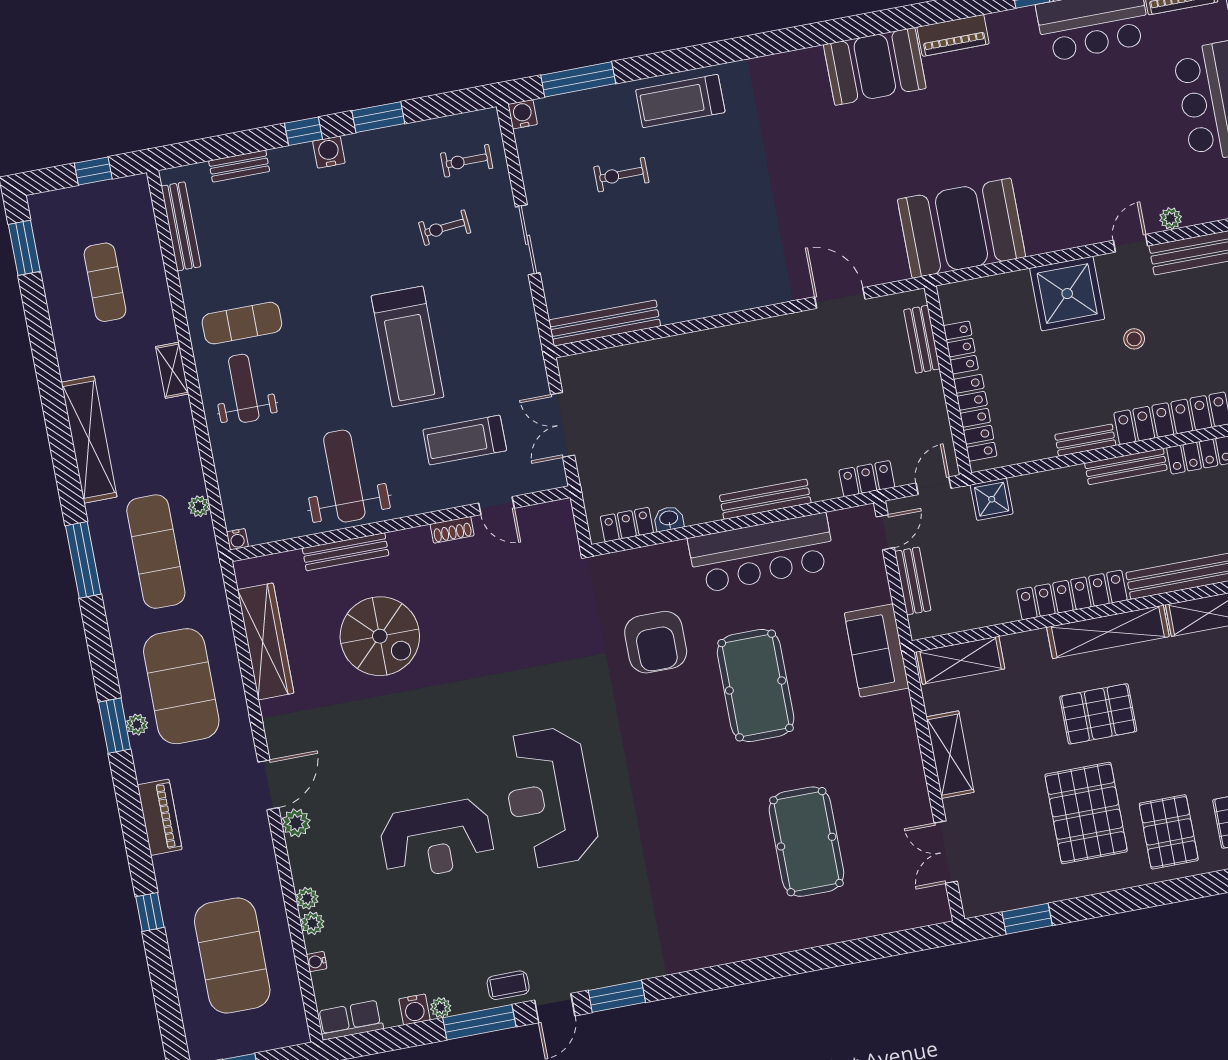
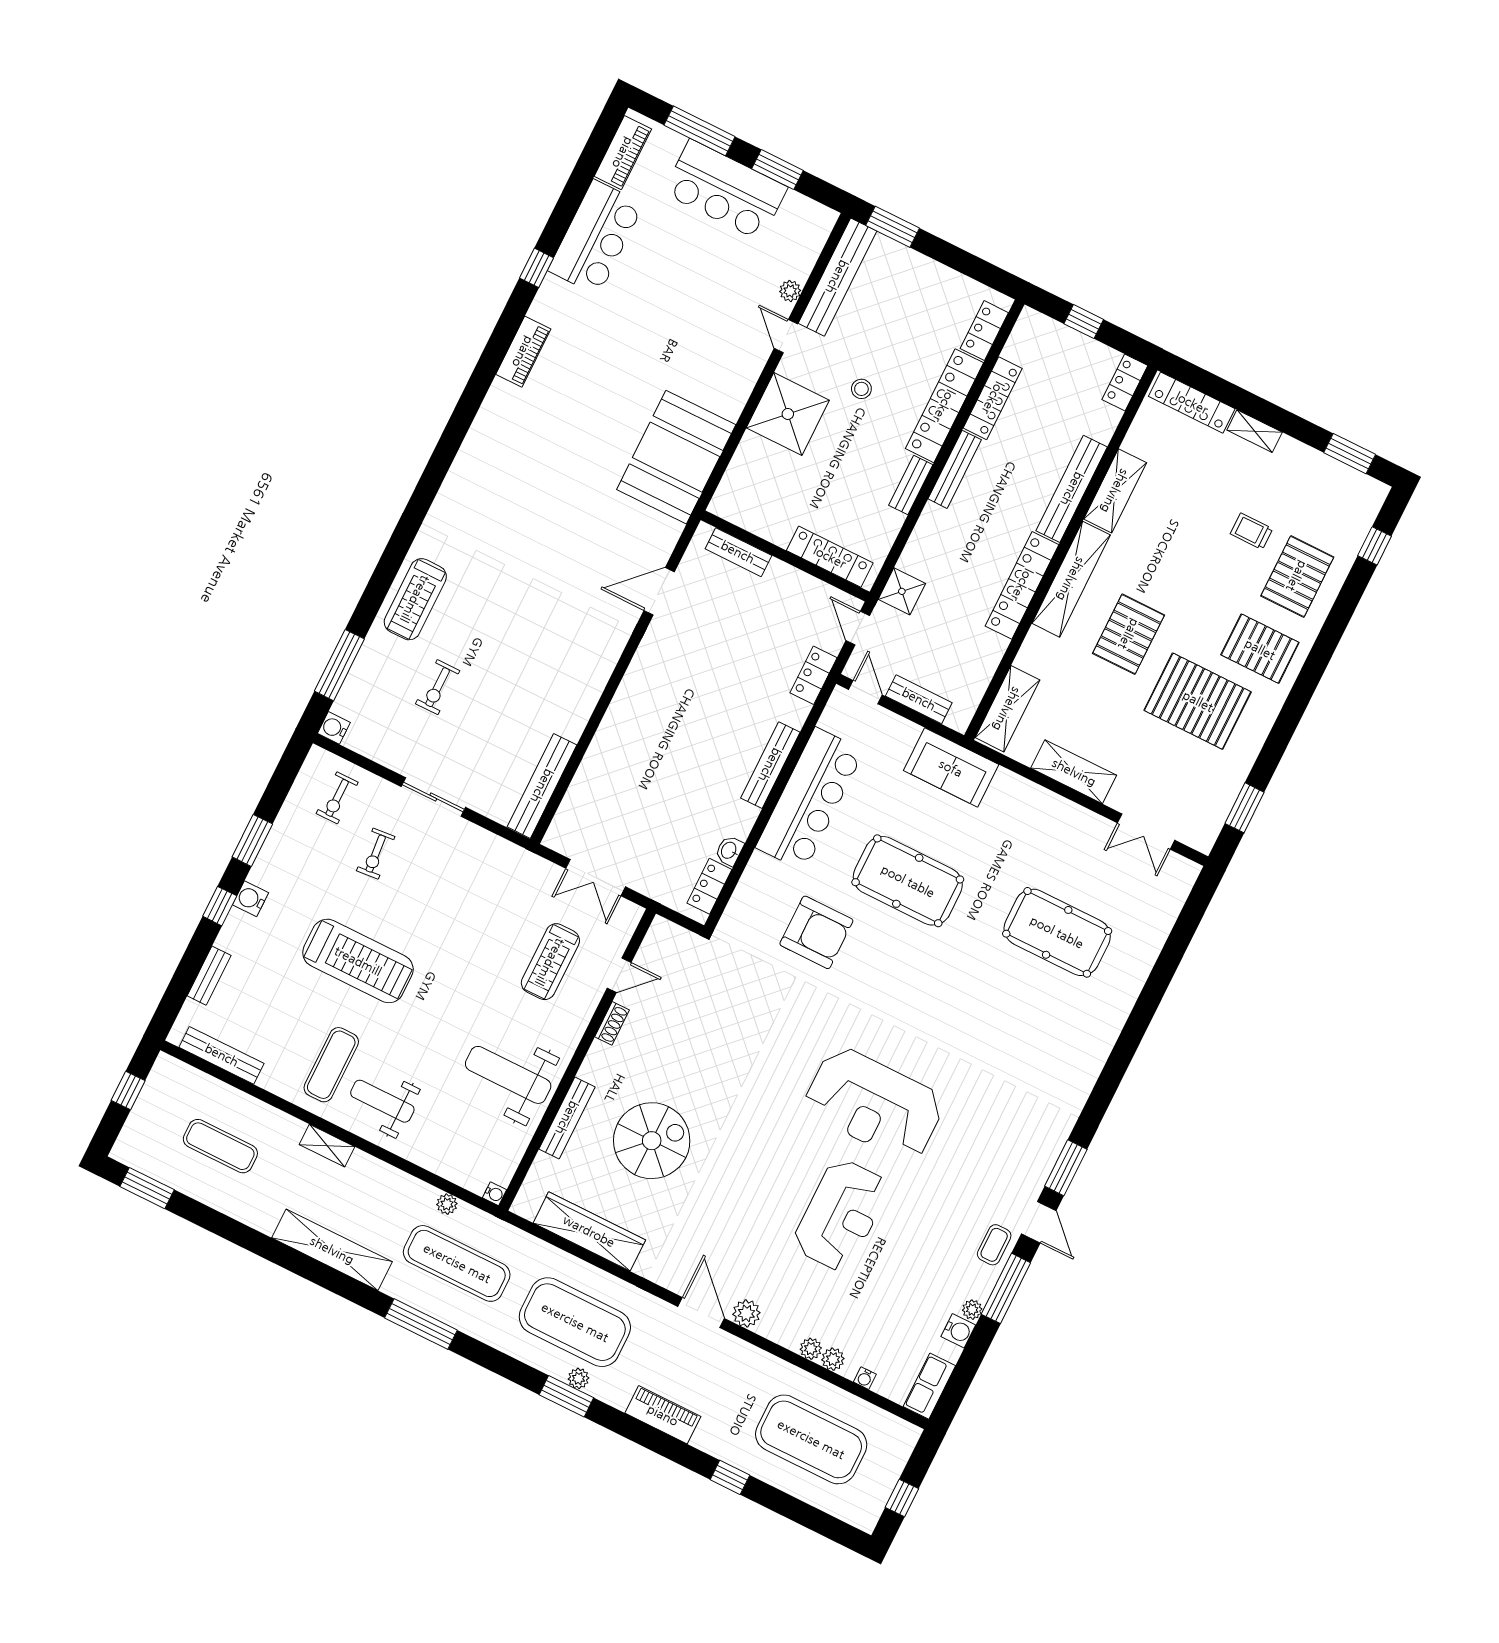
booth: (875, 66) -> (502, 430), removed
treadmill: (408, 346) -> (358, 961), moved
locker: (961, 348) -> (767, 527), removed

